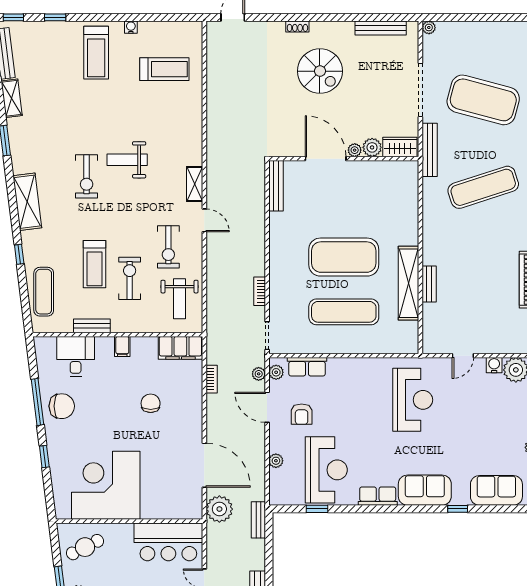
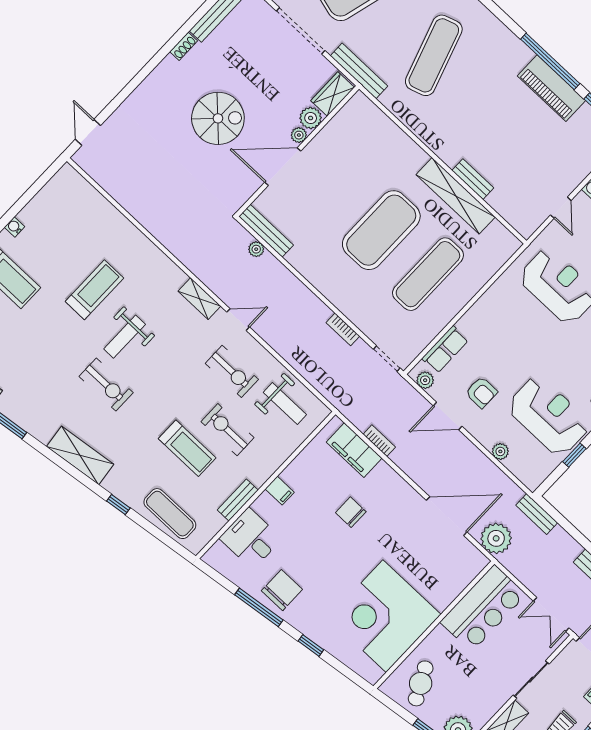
shoe rack: (297, 26) -> (184, 46), moved
treadmill: (164, 69) -> (94, 290), moved
spiral stairs: (320, 71) -> (218, 118), moved
filing cabinet: (180, 348) -> (354, 450), moved, turned 90
plant: (259, 374) -> (256, 249), moved

